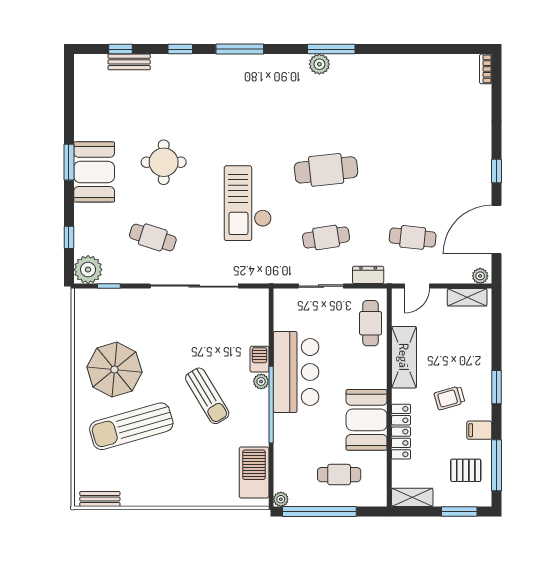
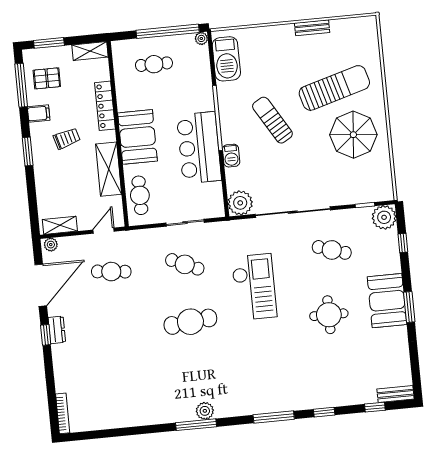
bench: (129, 62) -> (396, 394), moved
bookcase: (486, 69) -> (63, 413), width x1.56
cafe table: (326, 237) -> (185, 264), turned 33
dresser: (368, 275) -> (57, 330), moved, turned -90
plant: (261, 382) -> (240, 203), moved, width x1.88, depth x1.88
booth: (367, 420) -> (138, 137), moved
bench: (100, 499) -> (312, 28), moved

